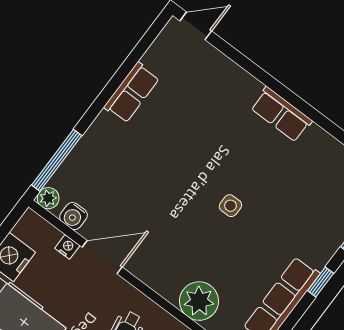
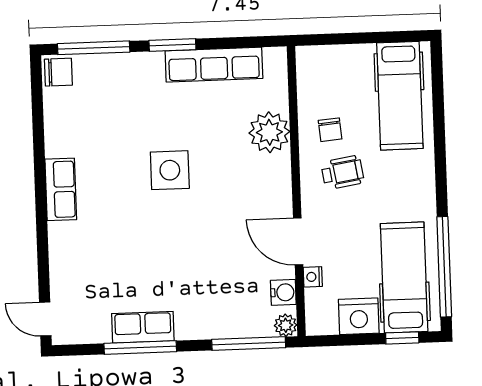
window: (118, 79) -> (140, 348), added
side table: (230, 206) -> (170, 170), width x1.87, depth x1.87
window: (321, 282) -> (172, 45), width x1.50

